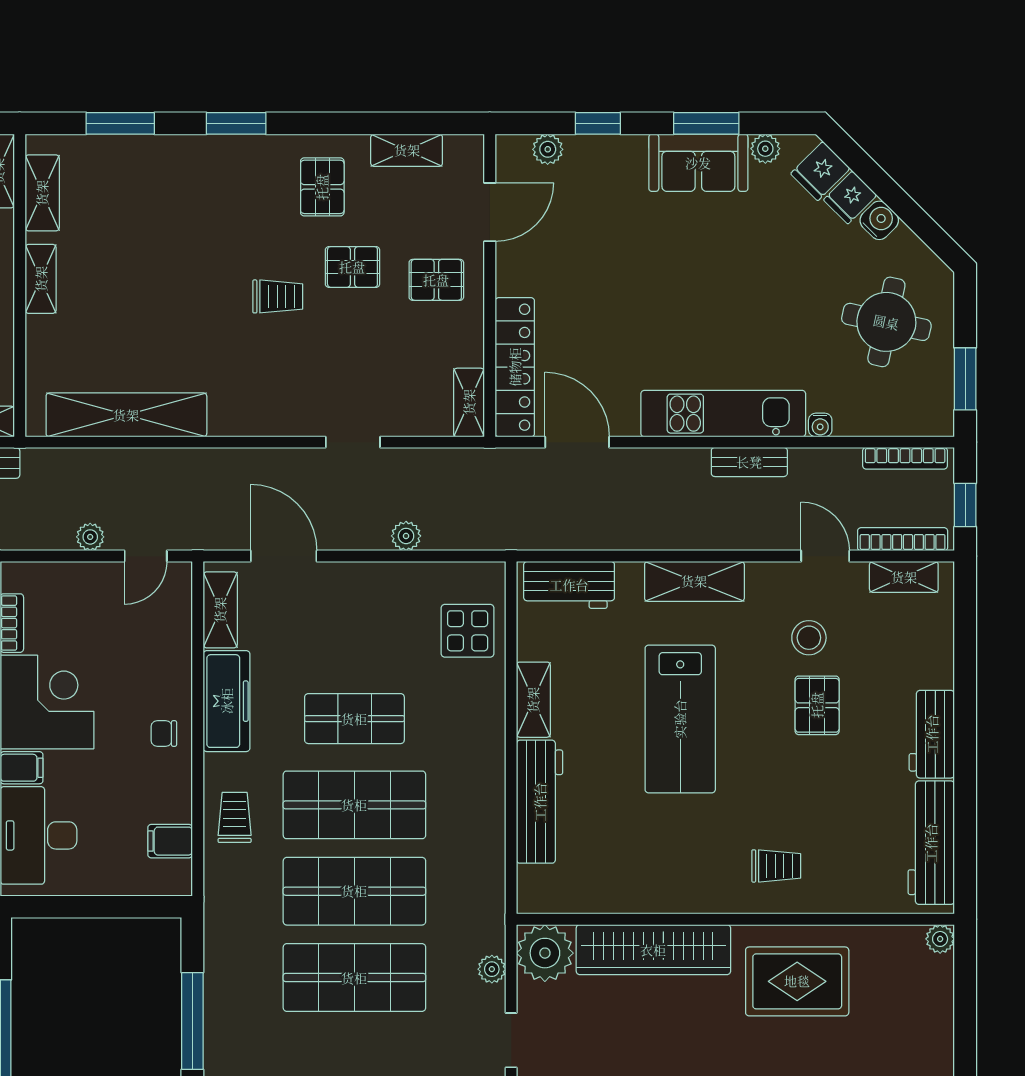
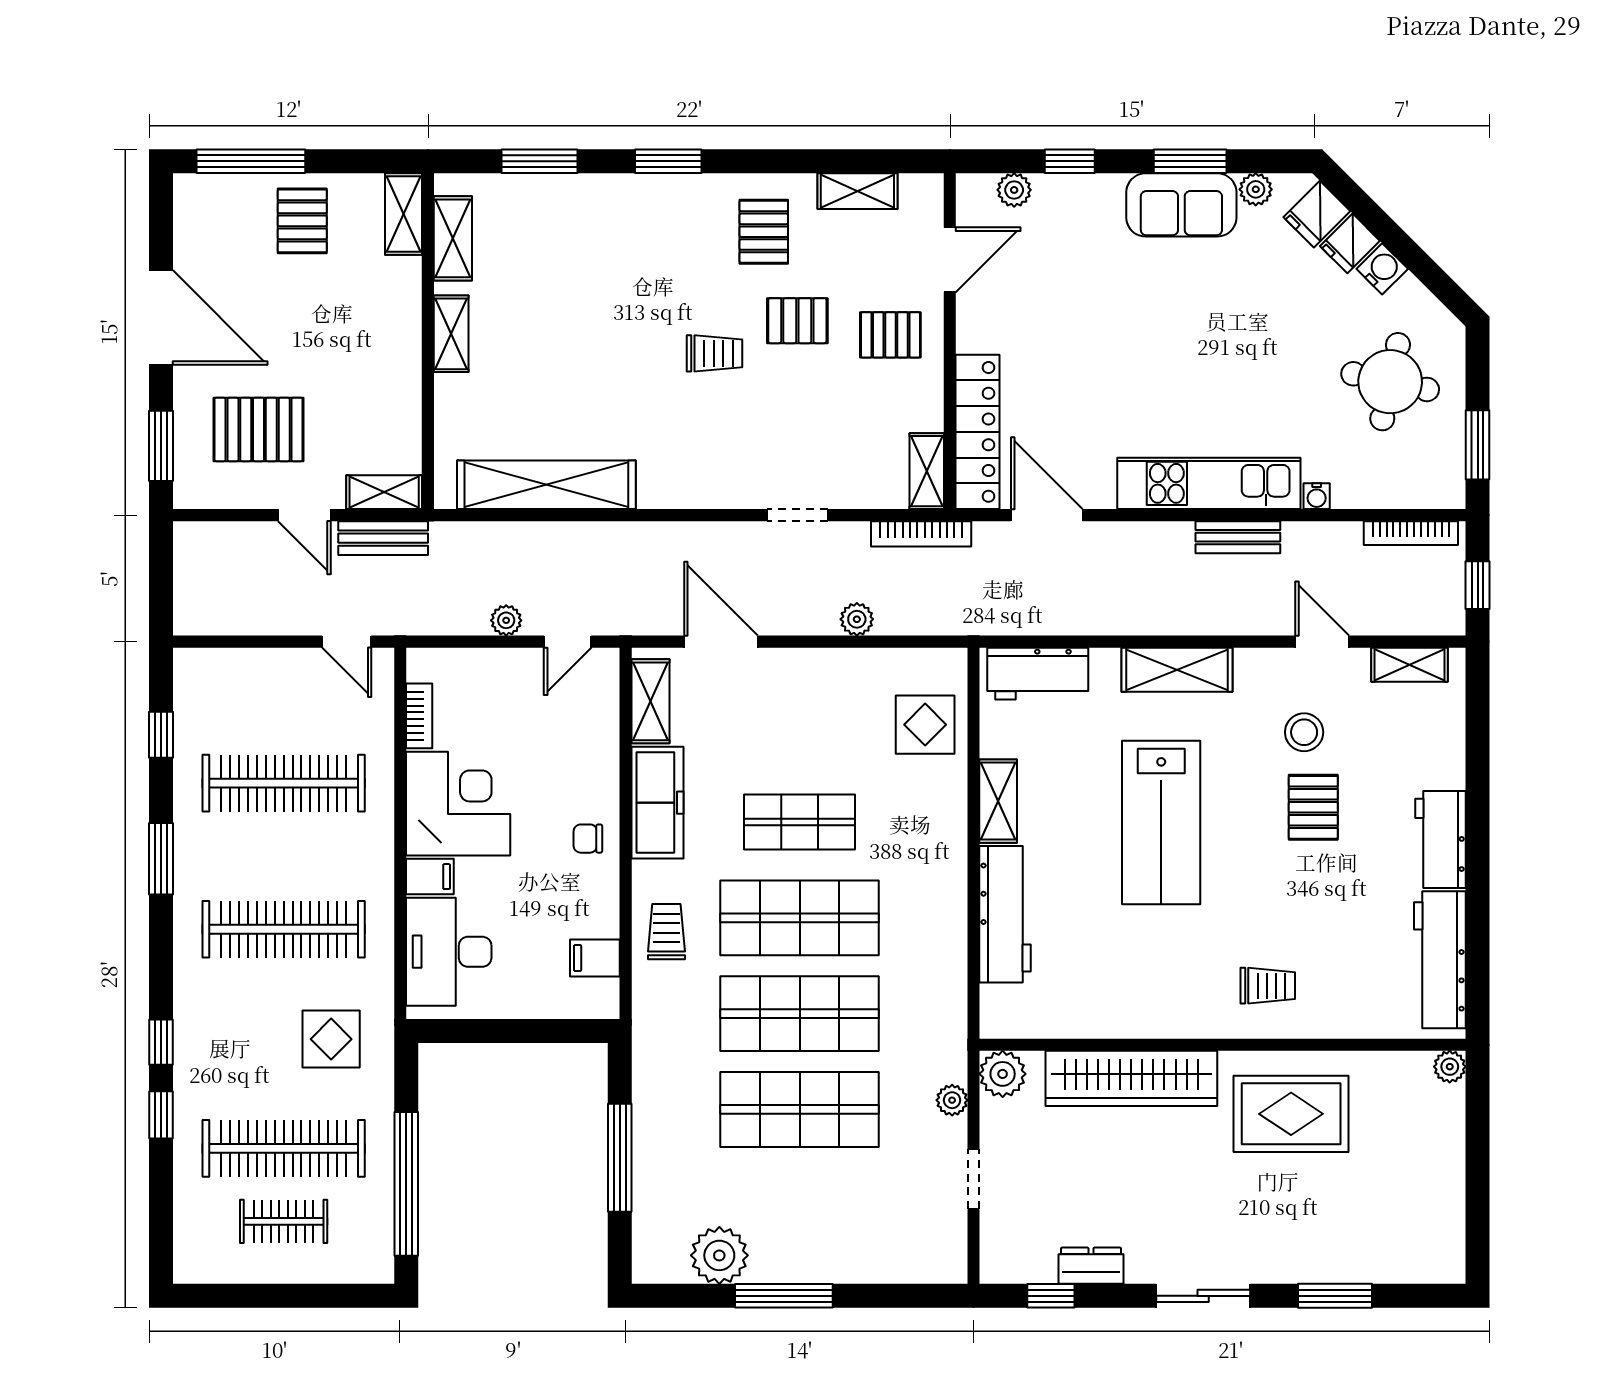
bookcase: (903, 539) -> (921, 534), moved, turned 180
plant: (545, 953) -> (1003, 1074), width x0.73, depth x0.73

